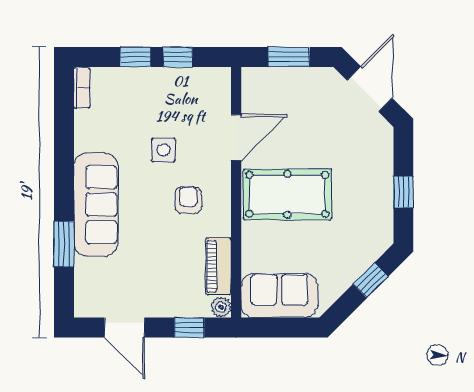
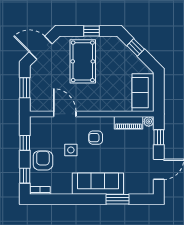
window: (135, 57) -> (25, 176), moved
armchair: (142, 94) -> (43, 160), added
pool table: (287, 194) -> (83, 61), moved

